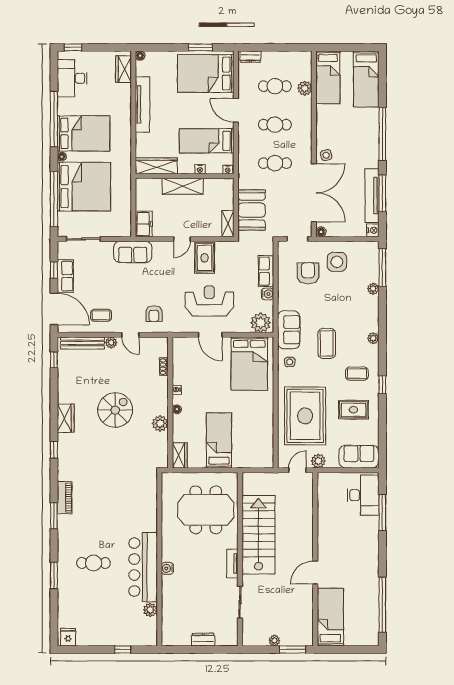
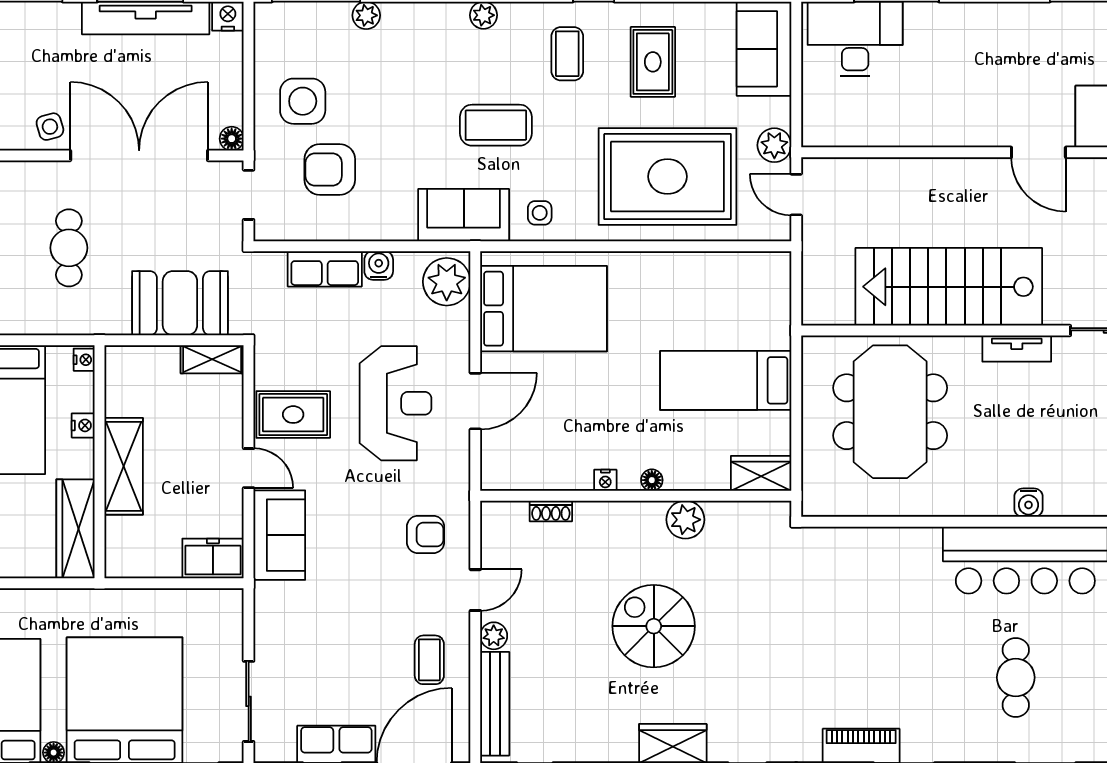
sofa: (133, 252) -> (279, 535), moved
reception desk: (209, 301) -> (395, 403), turned 180

